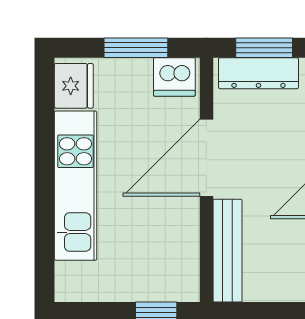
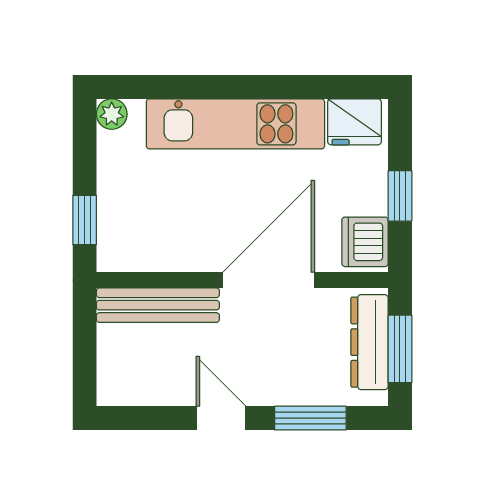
window: (136, 48) -> (400, 196), width x0.67
door: (206, 158) -> (269, 280), hinge flipped
plant: (67, 289) -> (112, 114), added

